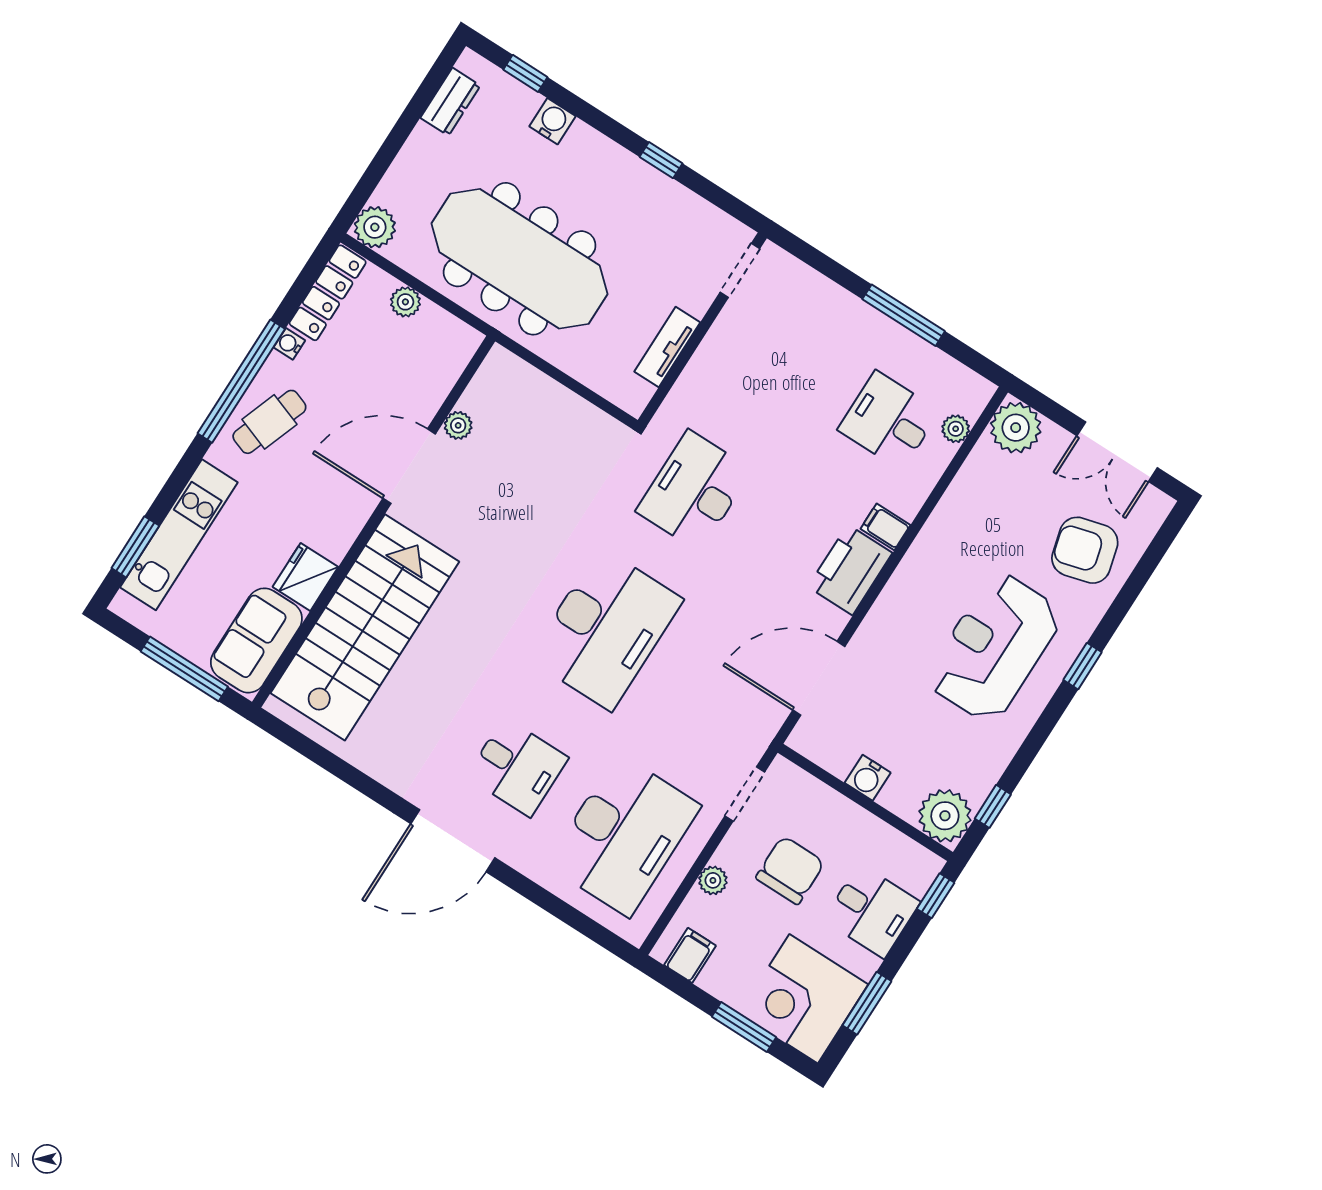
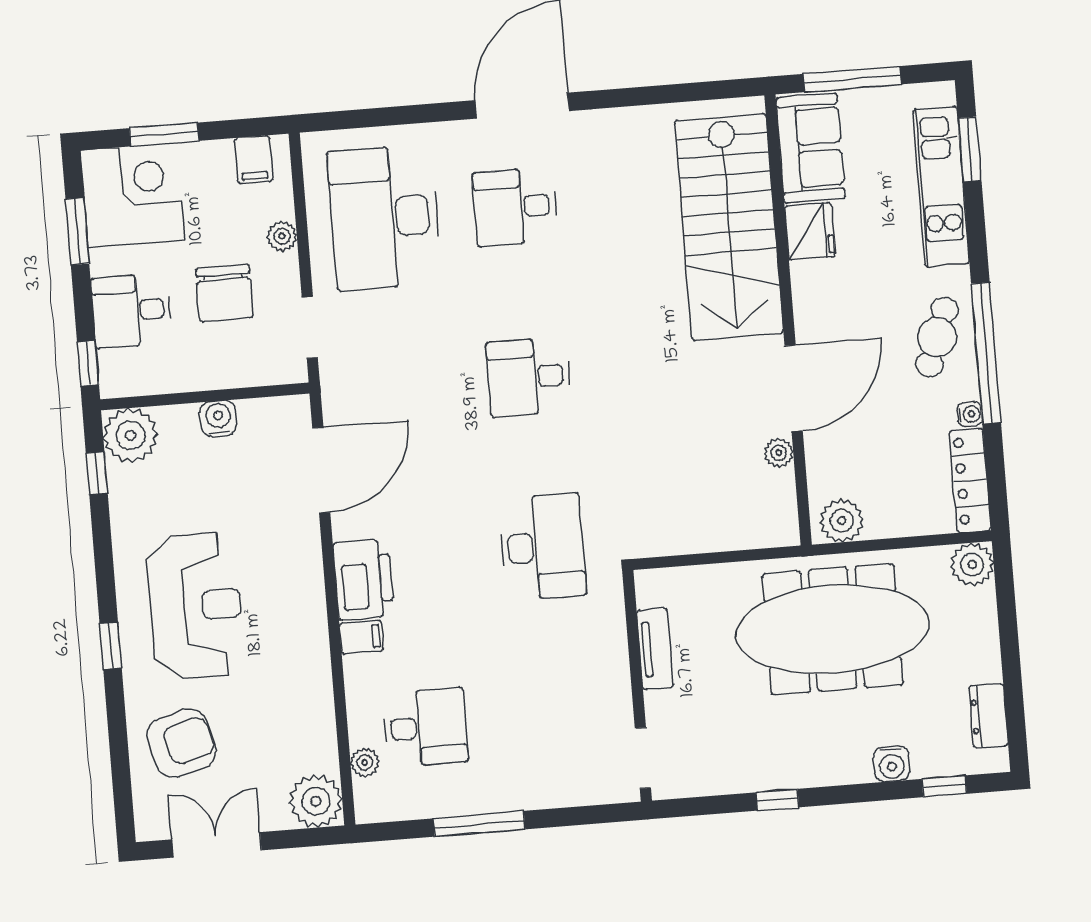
plant: (405, 302) -> (842, 521), moved, width x1.38, depth x1.38
desk: (606, 629) -> (529, 377), width x0.53, depth x0.77

